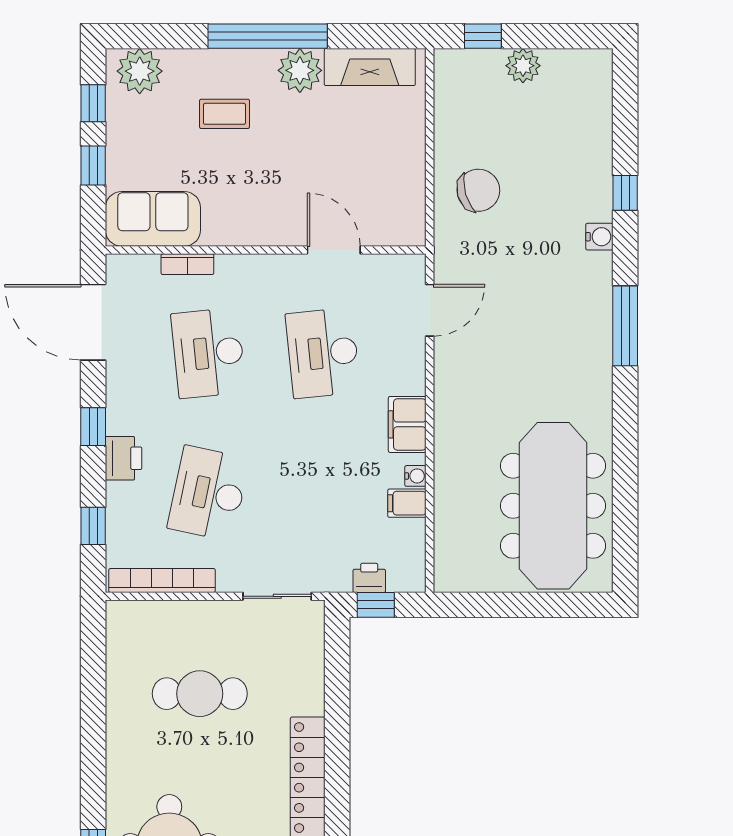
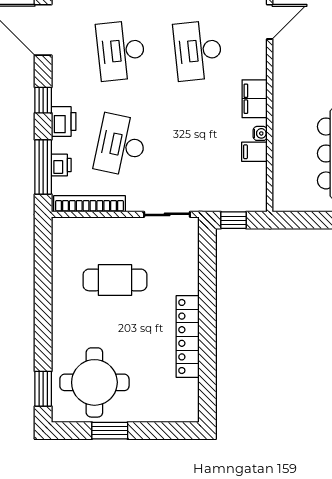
window: (93, 526) -> (43, 167), width x2.17
printer: (369, 578) -> (61, 165), moved, turned 90

